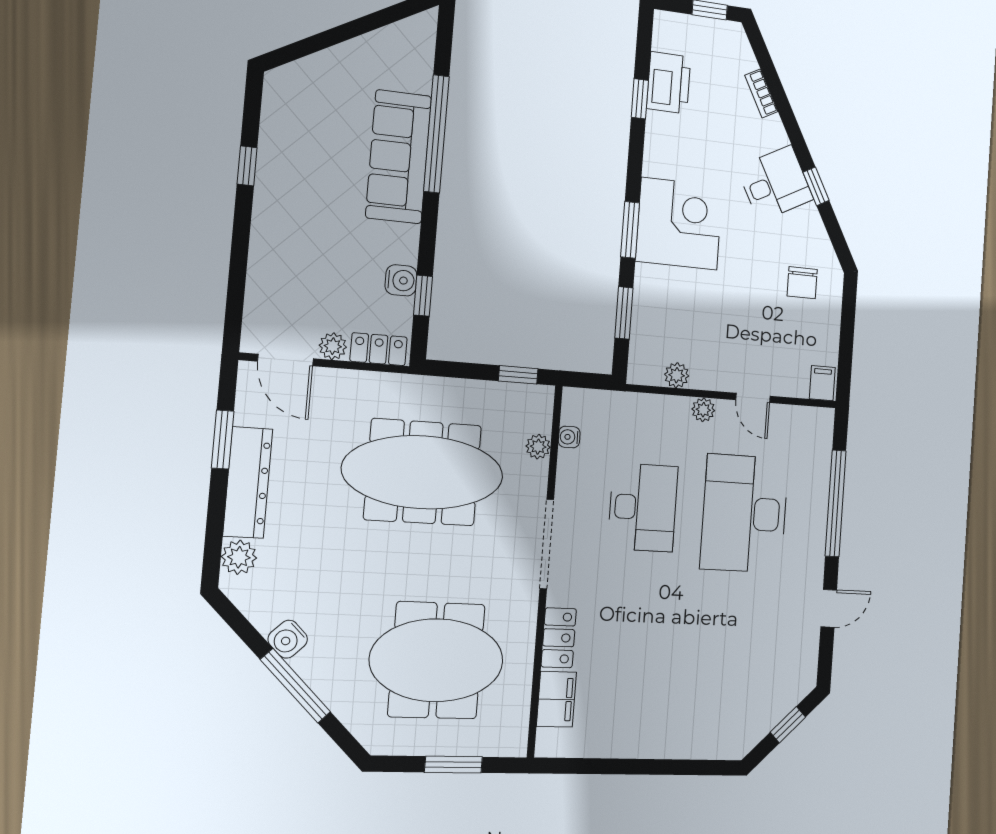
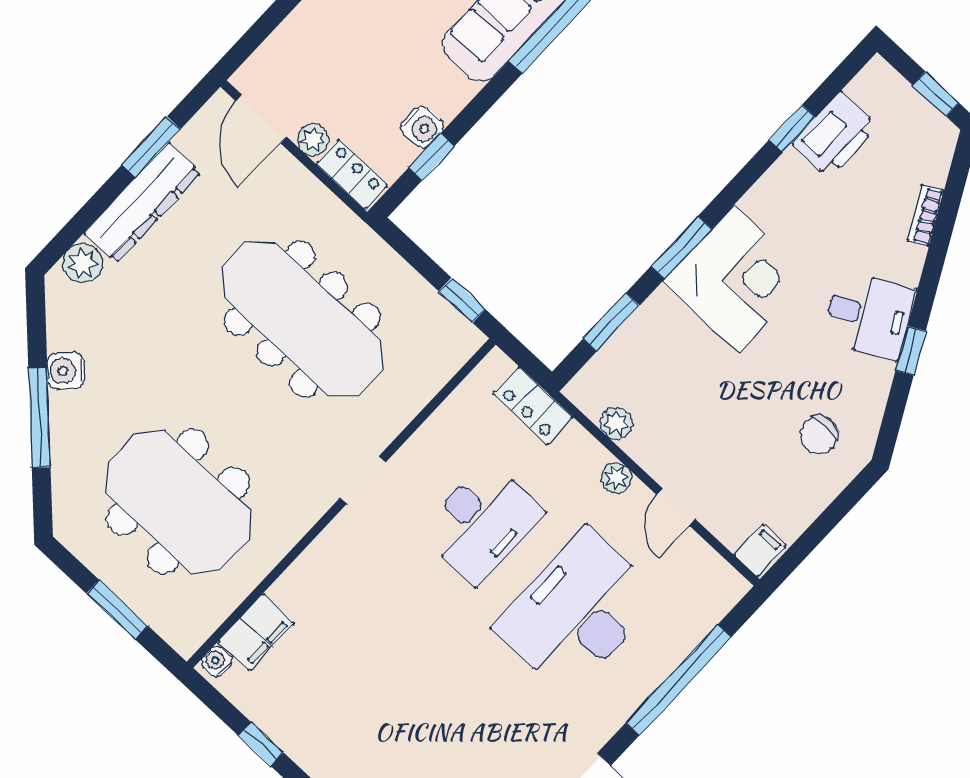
water cooler: (569, 437) -> (217, 662), moved
plant: (538, 447) -> (427, 382), removed
doorway: (547, 544) -> (363, 480), width x0.53
locker: (559, 638) -> (533, 406), moved, turned 90
window: (616, 766) -> (261, 744), added

